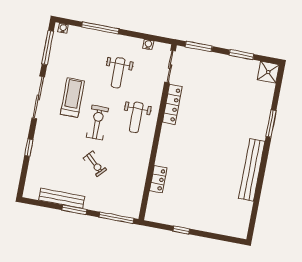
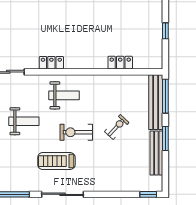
locker: (172, 104) -> (51, 63), width x0.66
window: (29, 148) -> (148, 194), moved
bench: (112, 207) -> (156, 102), added

